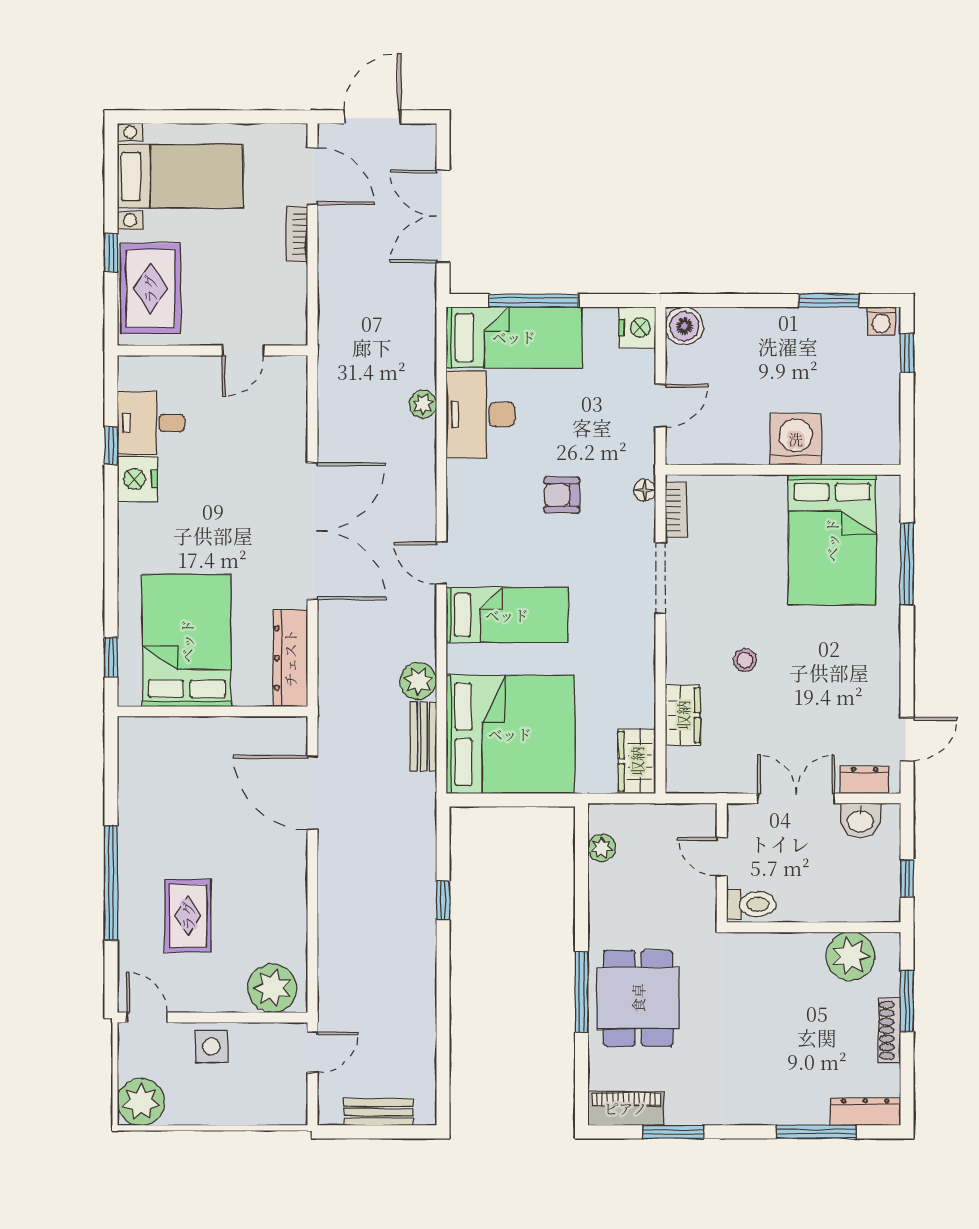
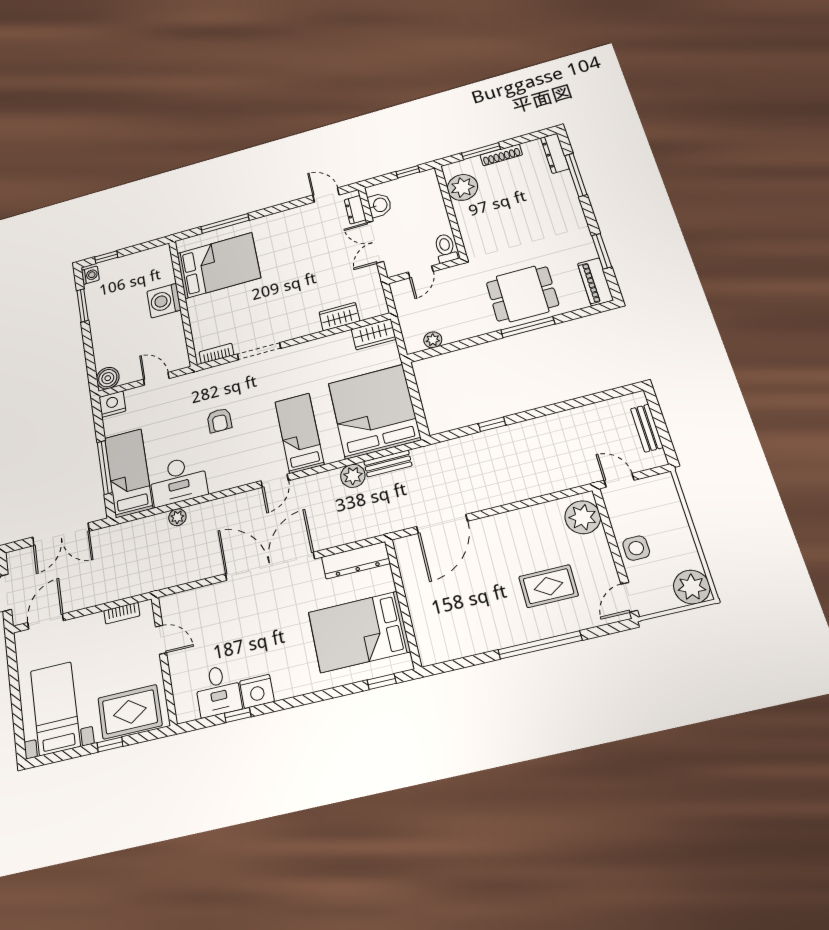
bookcase: (297, 234) -> (122, 613), moved
floor lamp: (645, 490) -> (208, 374), removed
stool: (745, 660) -> (299, 292), removed

